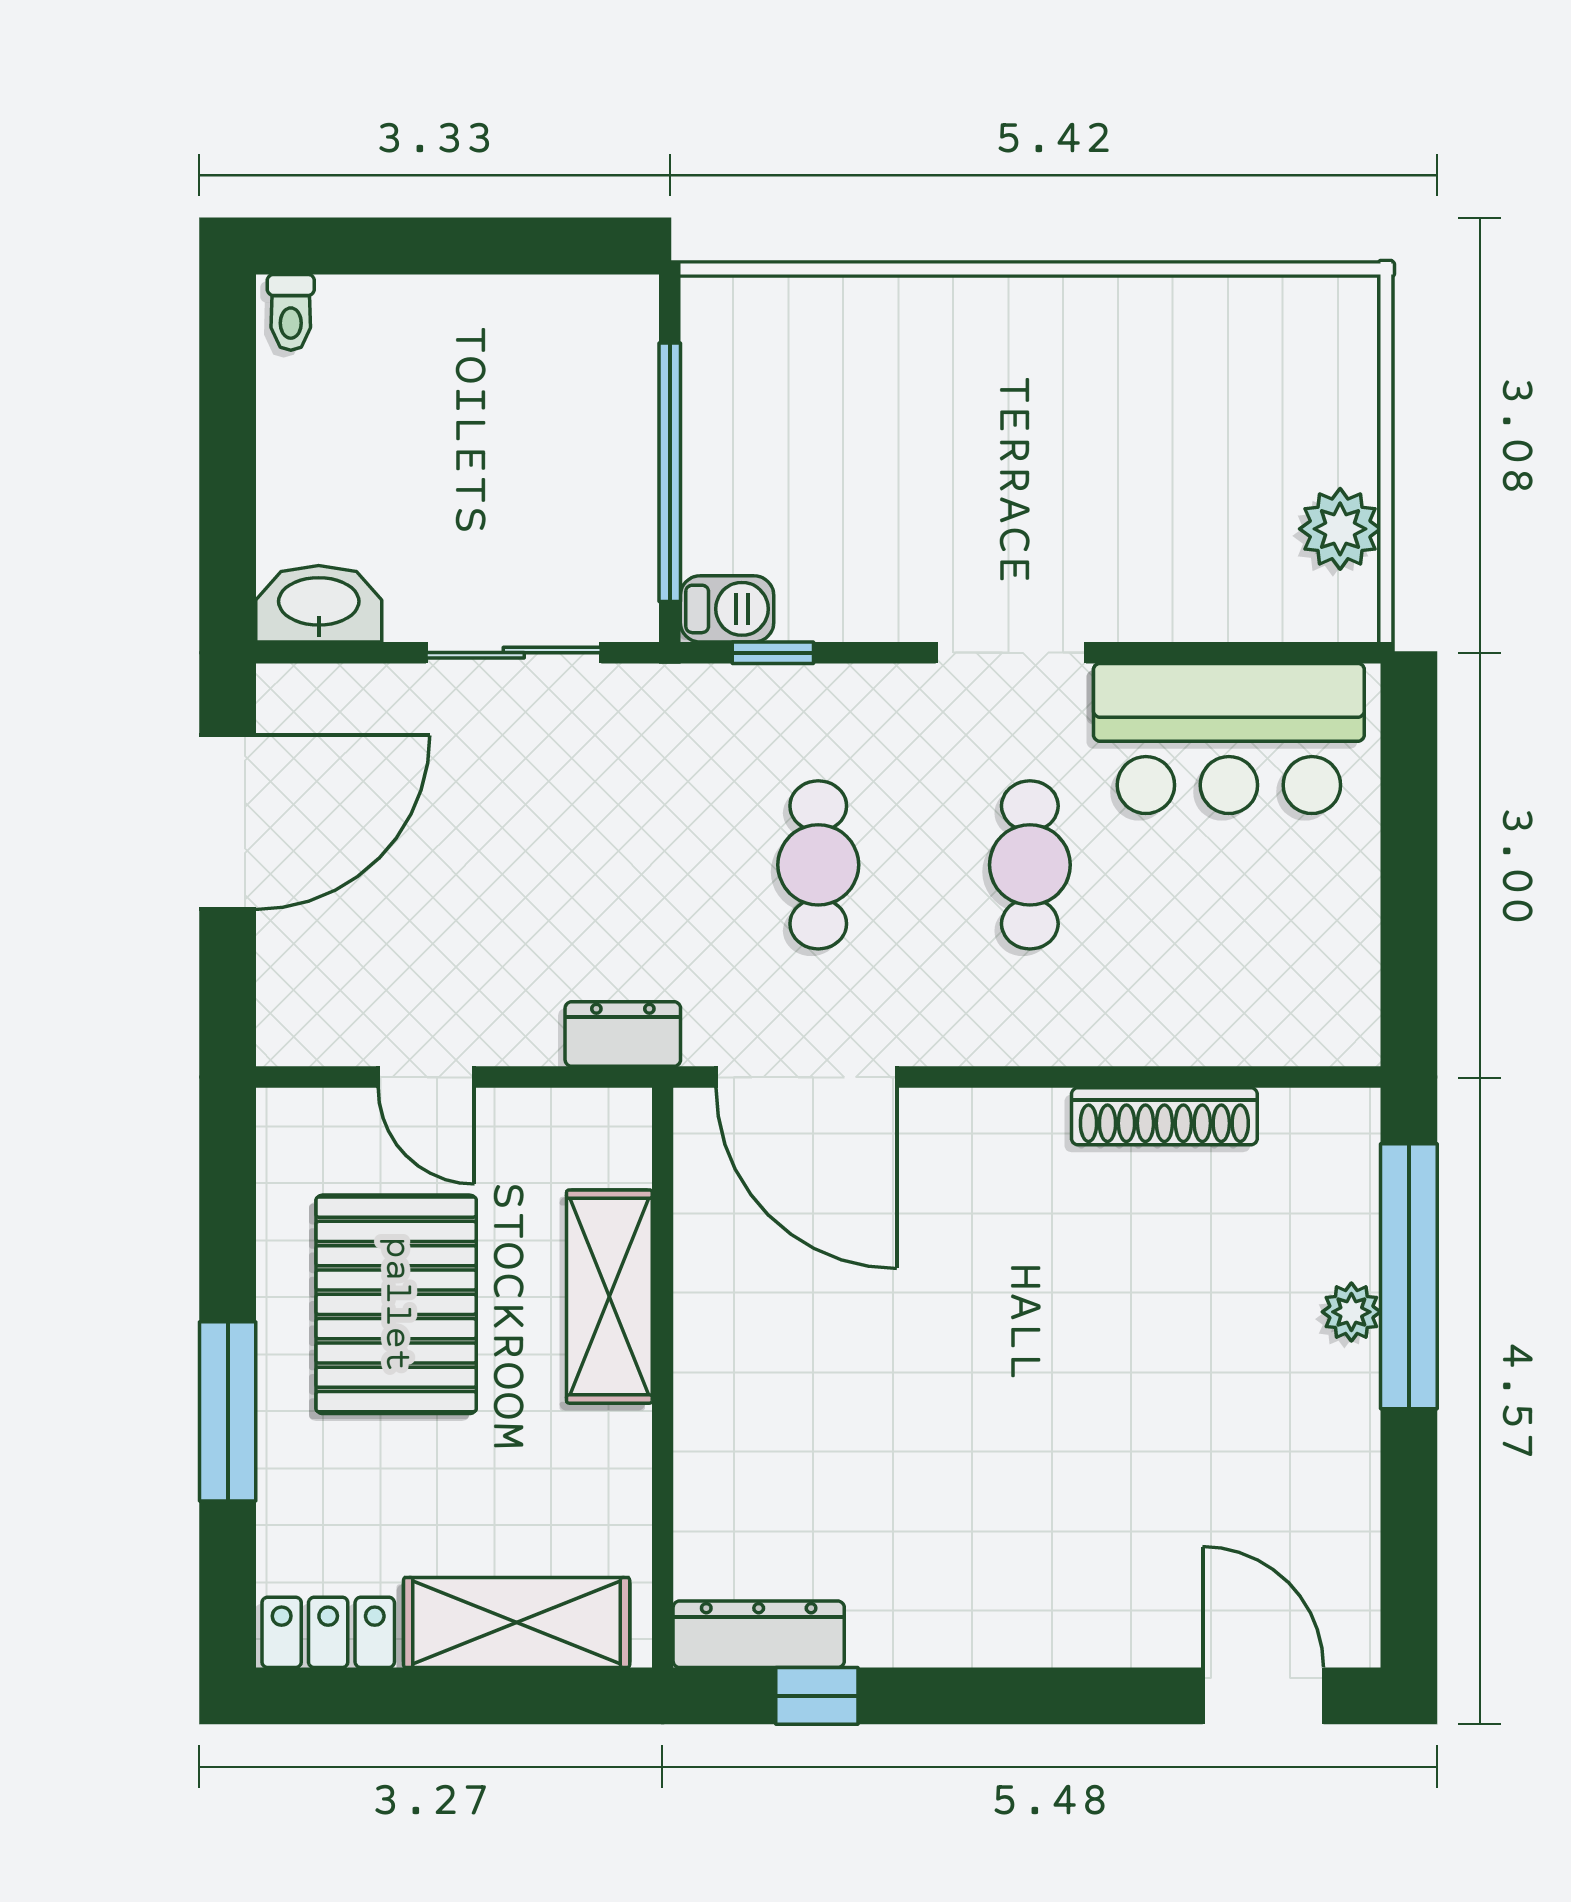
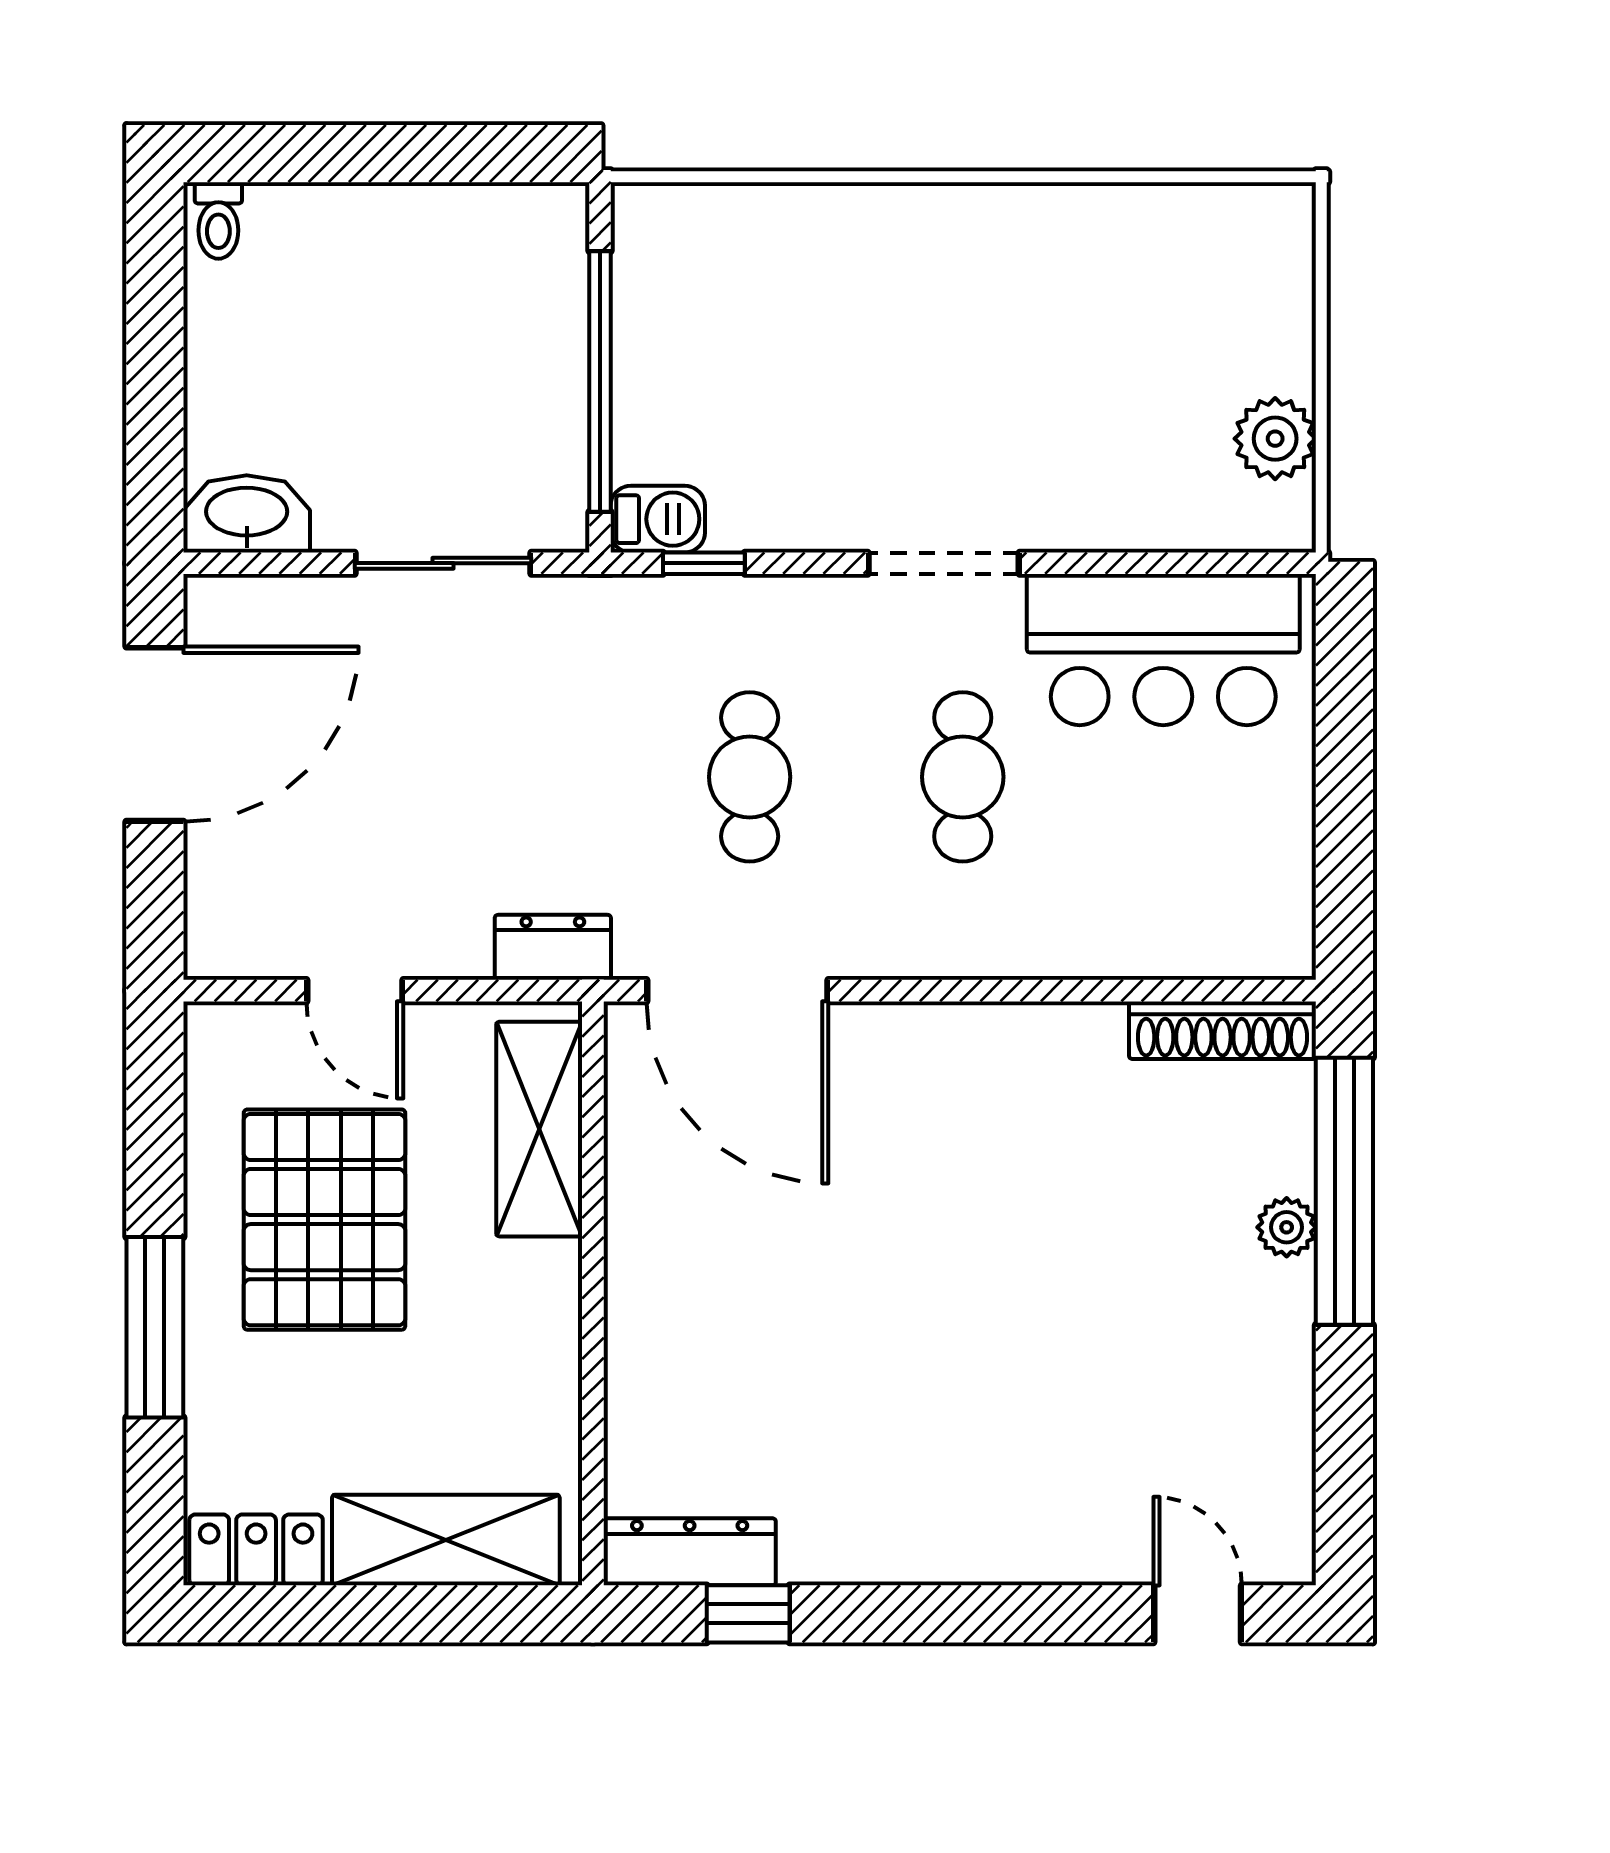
shoe rack: (1164, 1116) -> (1223, 1030), moved
shelving: (609, 1297) -> (539, 1129), moved
door: (1263, 1696) -> (1198, 1614), width x0.73

